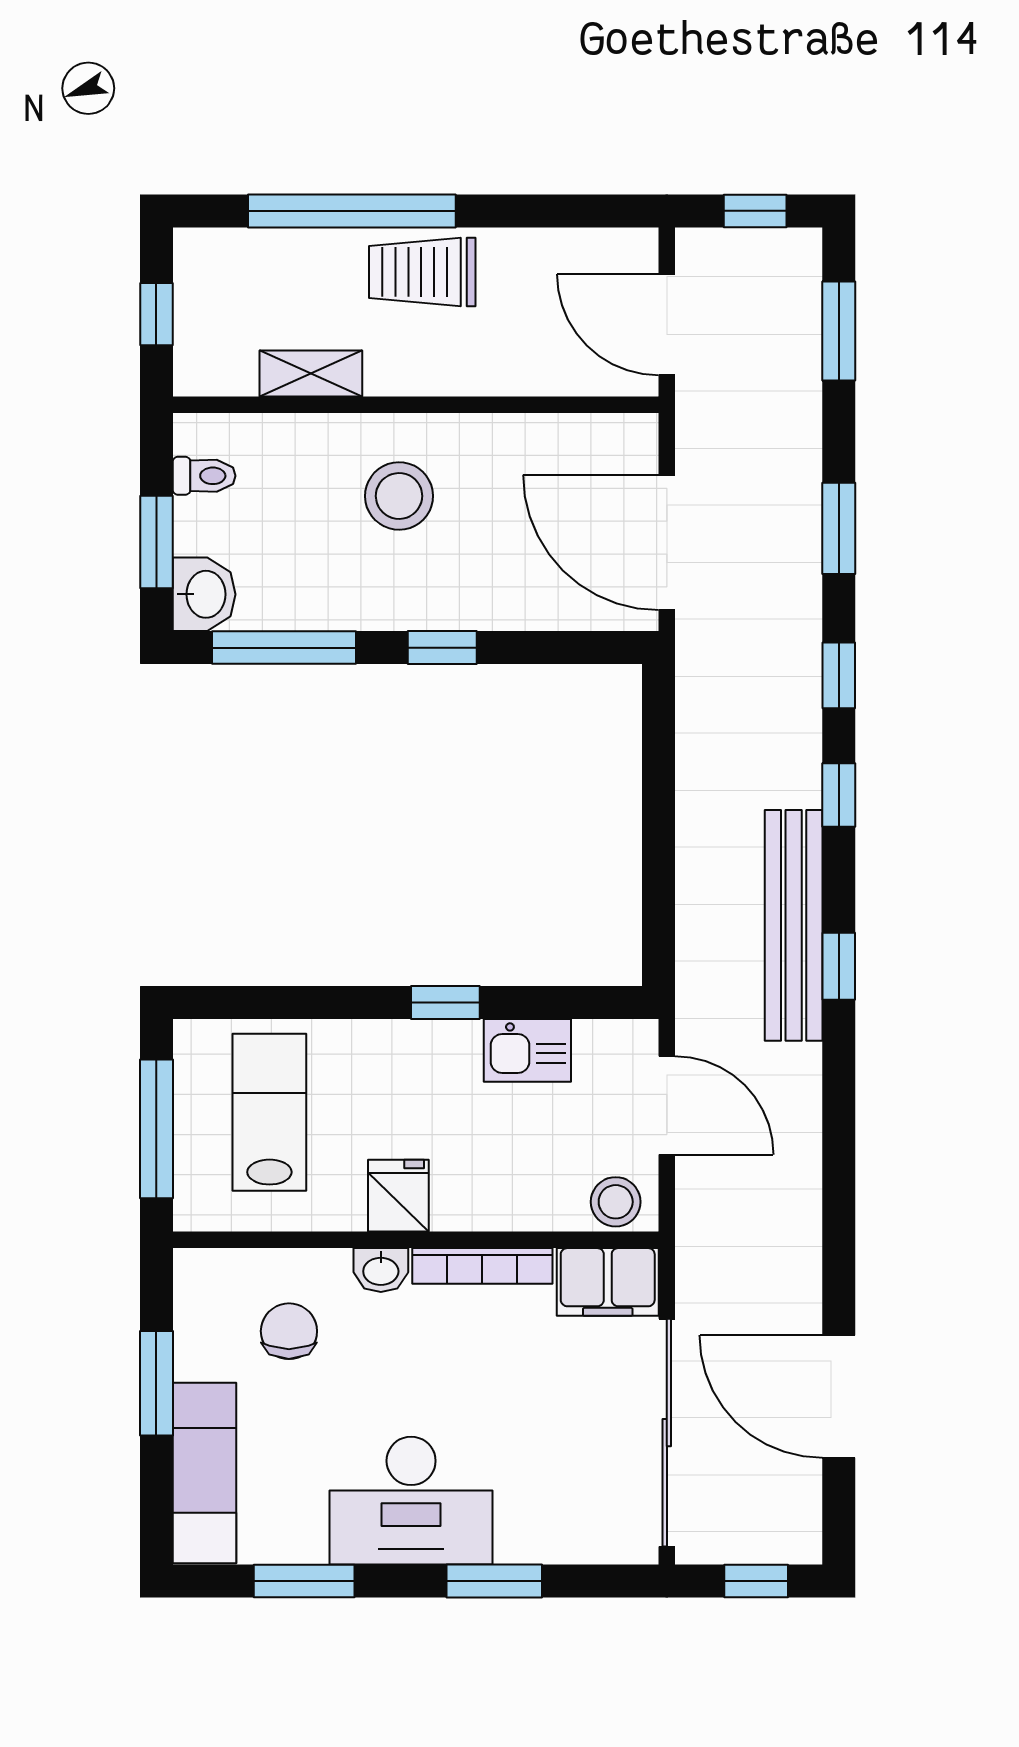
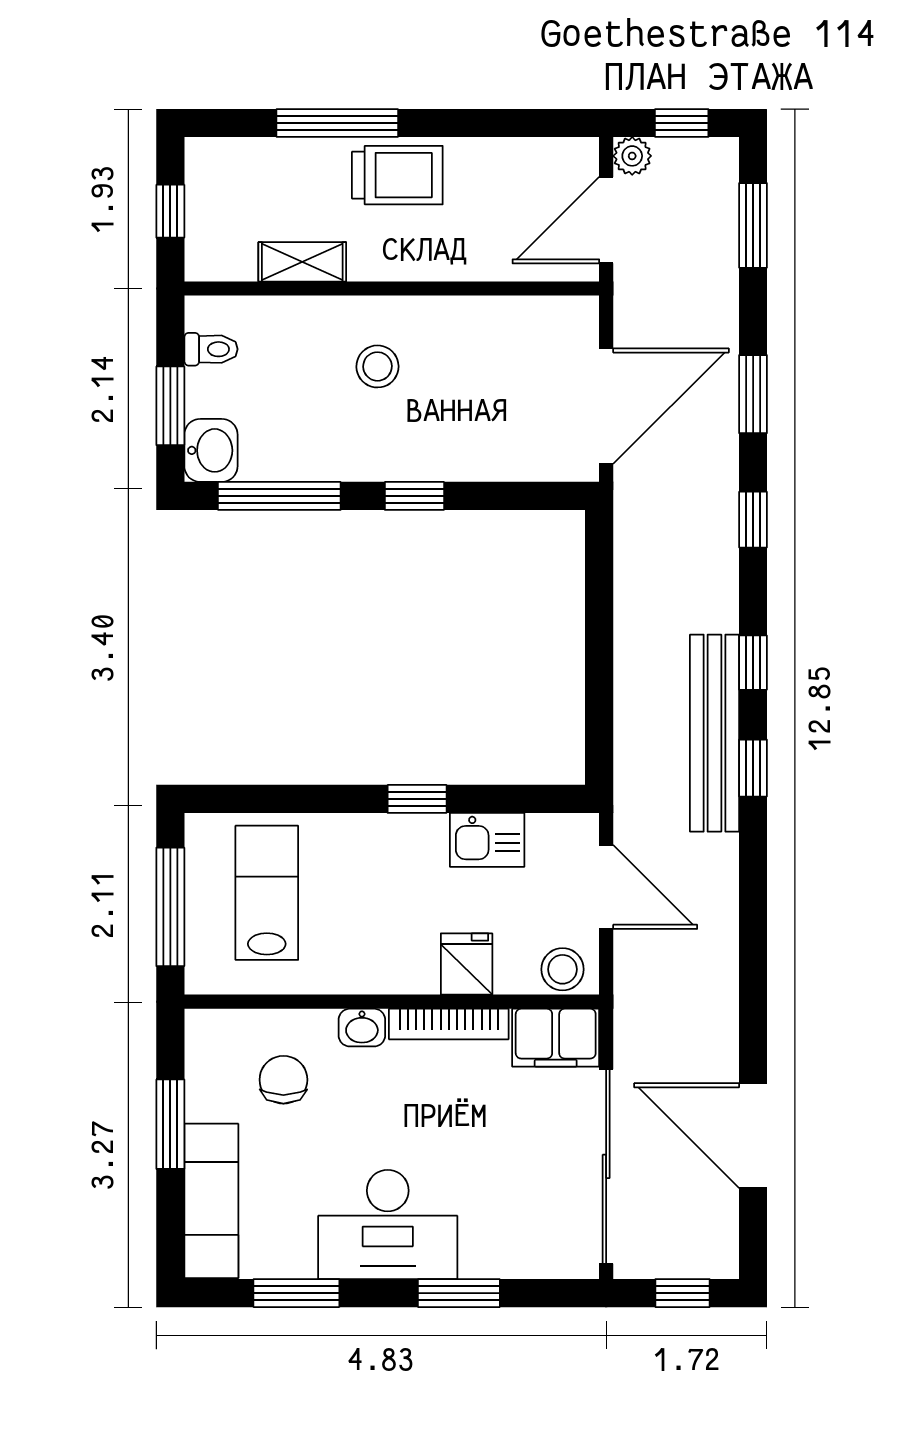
window: (352, 211) -> (337, 123), width x0.68
plant: (697, 250) -> (632, 156), added
trolley: (422, 272) -> (397, 175), turned 180
door: (667, 325) -> (606, 220), hinge flipped
stool: (399, 496) -> (377, 366), width x0.73, depth x0.73
door: (667, 543) -> (606, 406), swing flipped
window: (839, 795) -> (753, 663), moved
fridge: (398, 1196) -> (467, 964), moved

